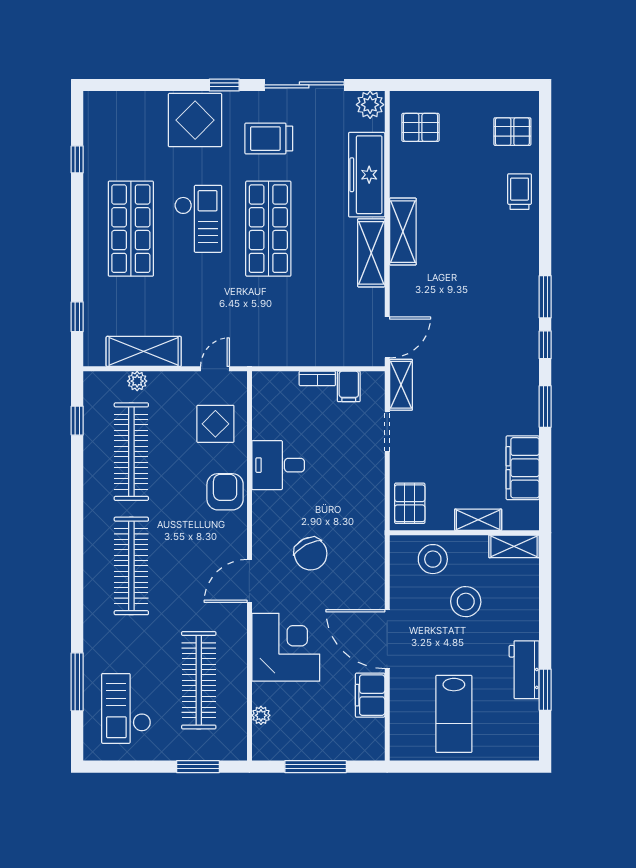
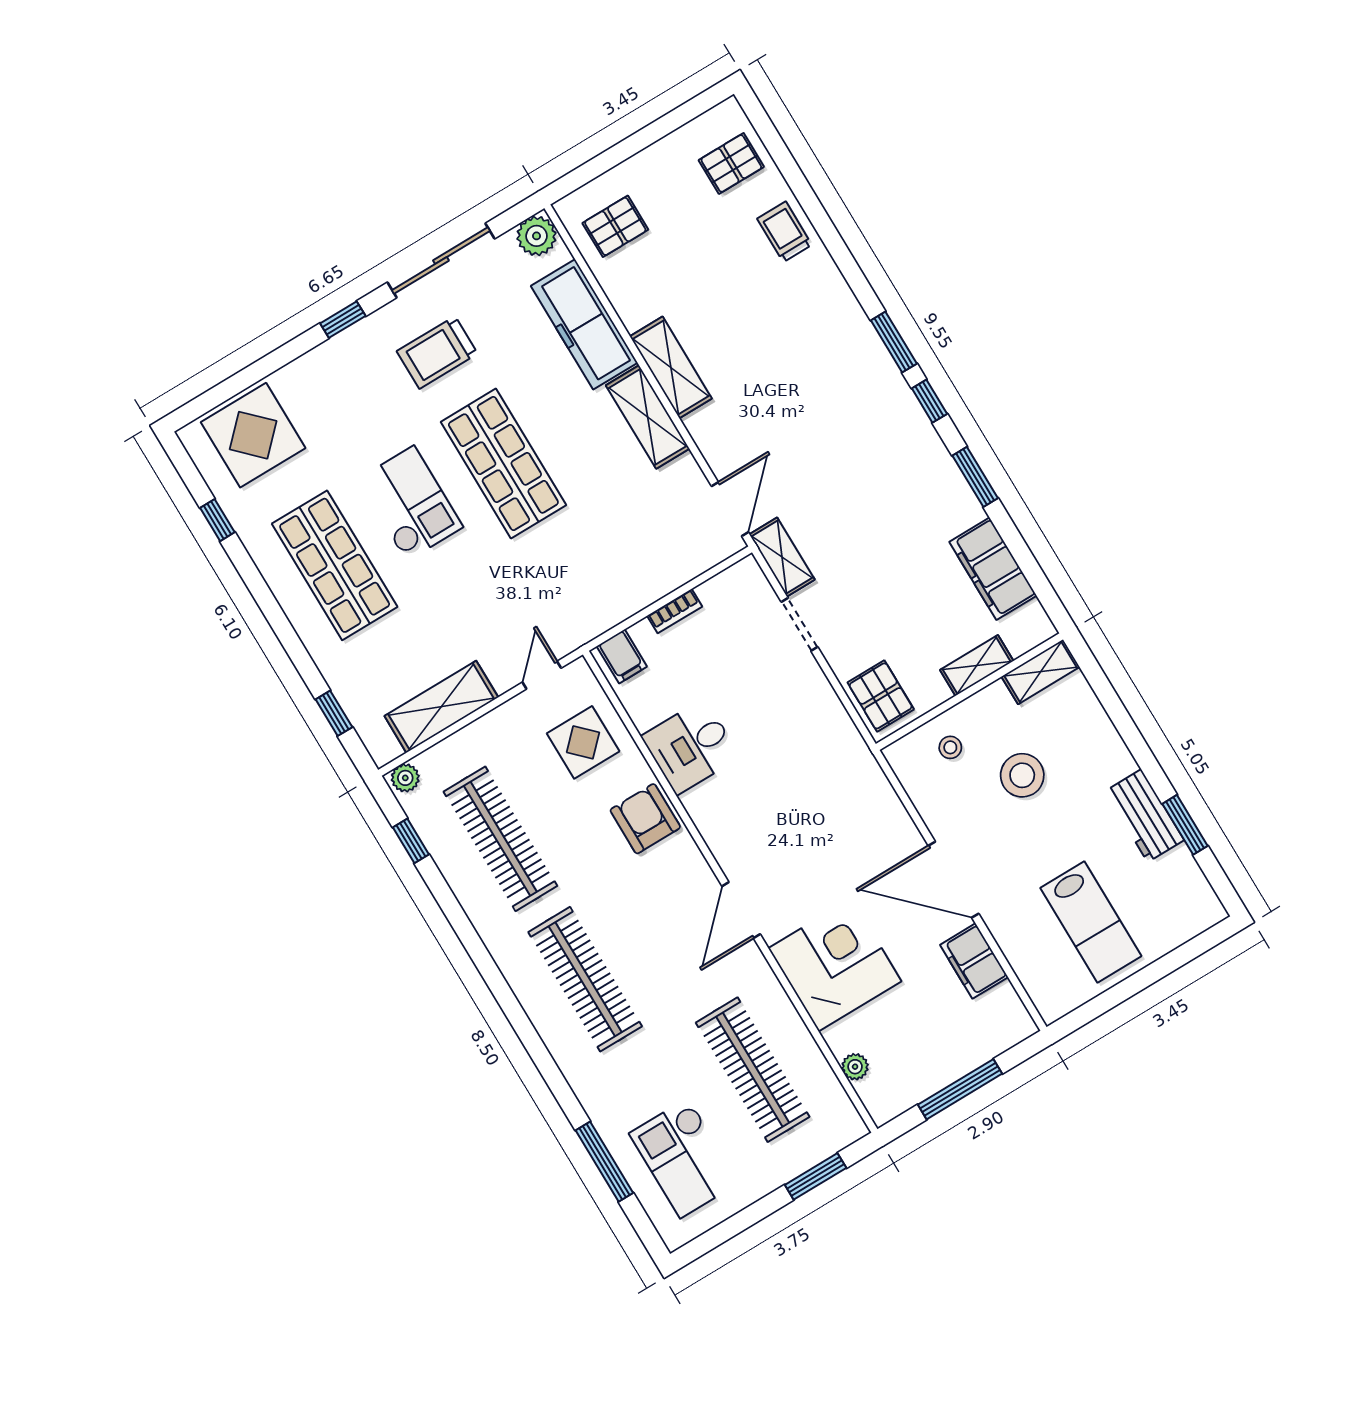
display table: (195, 120) -> (253, 435), moved
plant: (137, 381) -> (405, 778), moved
filing cabinet: (349, 386) -> (622, 656), moved
chair: (311, 554) -> (796, 831), removed
stool: (433, 559) -> (950, 747), width x0.53, depth x0.53

